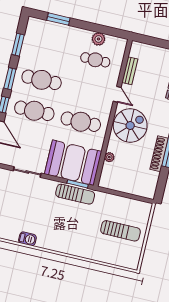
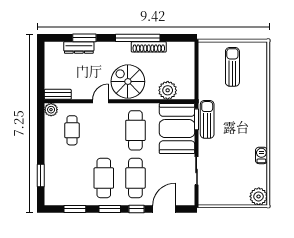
plant: (98, 39) -> (51, 110), moved
bench: (130, 71) -> (58, 94), moved
plant: (109, 157) -> (168, 90), width x1.88, depth x1.88

